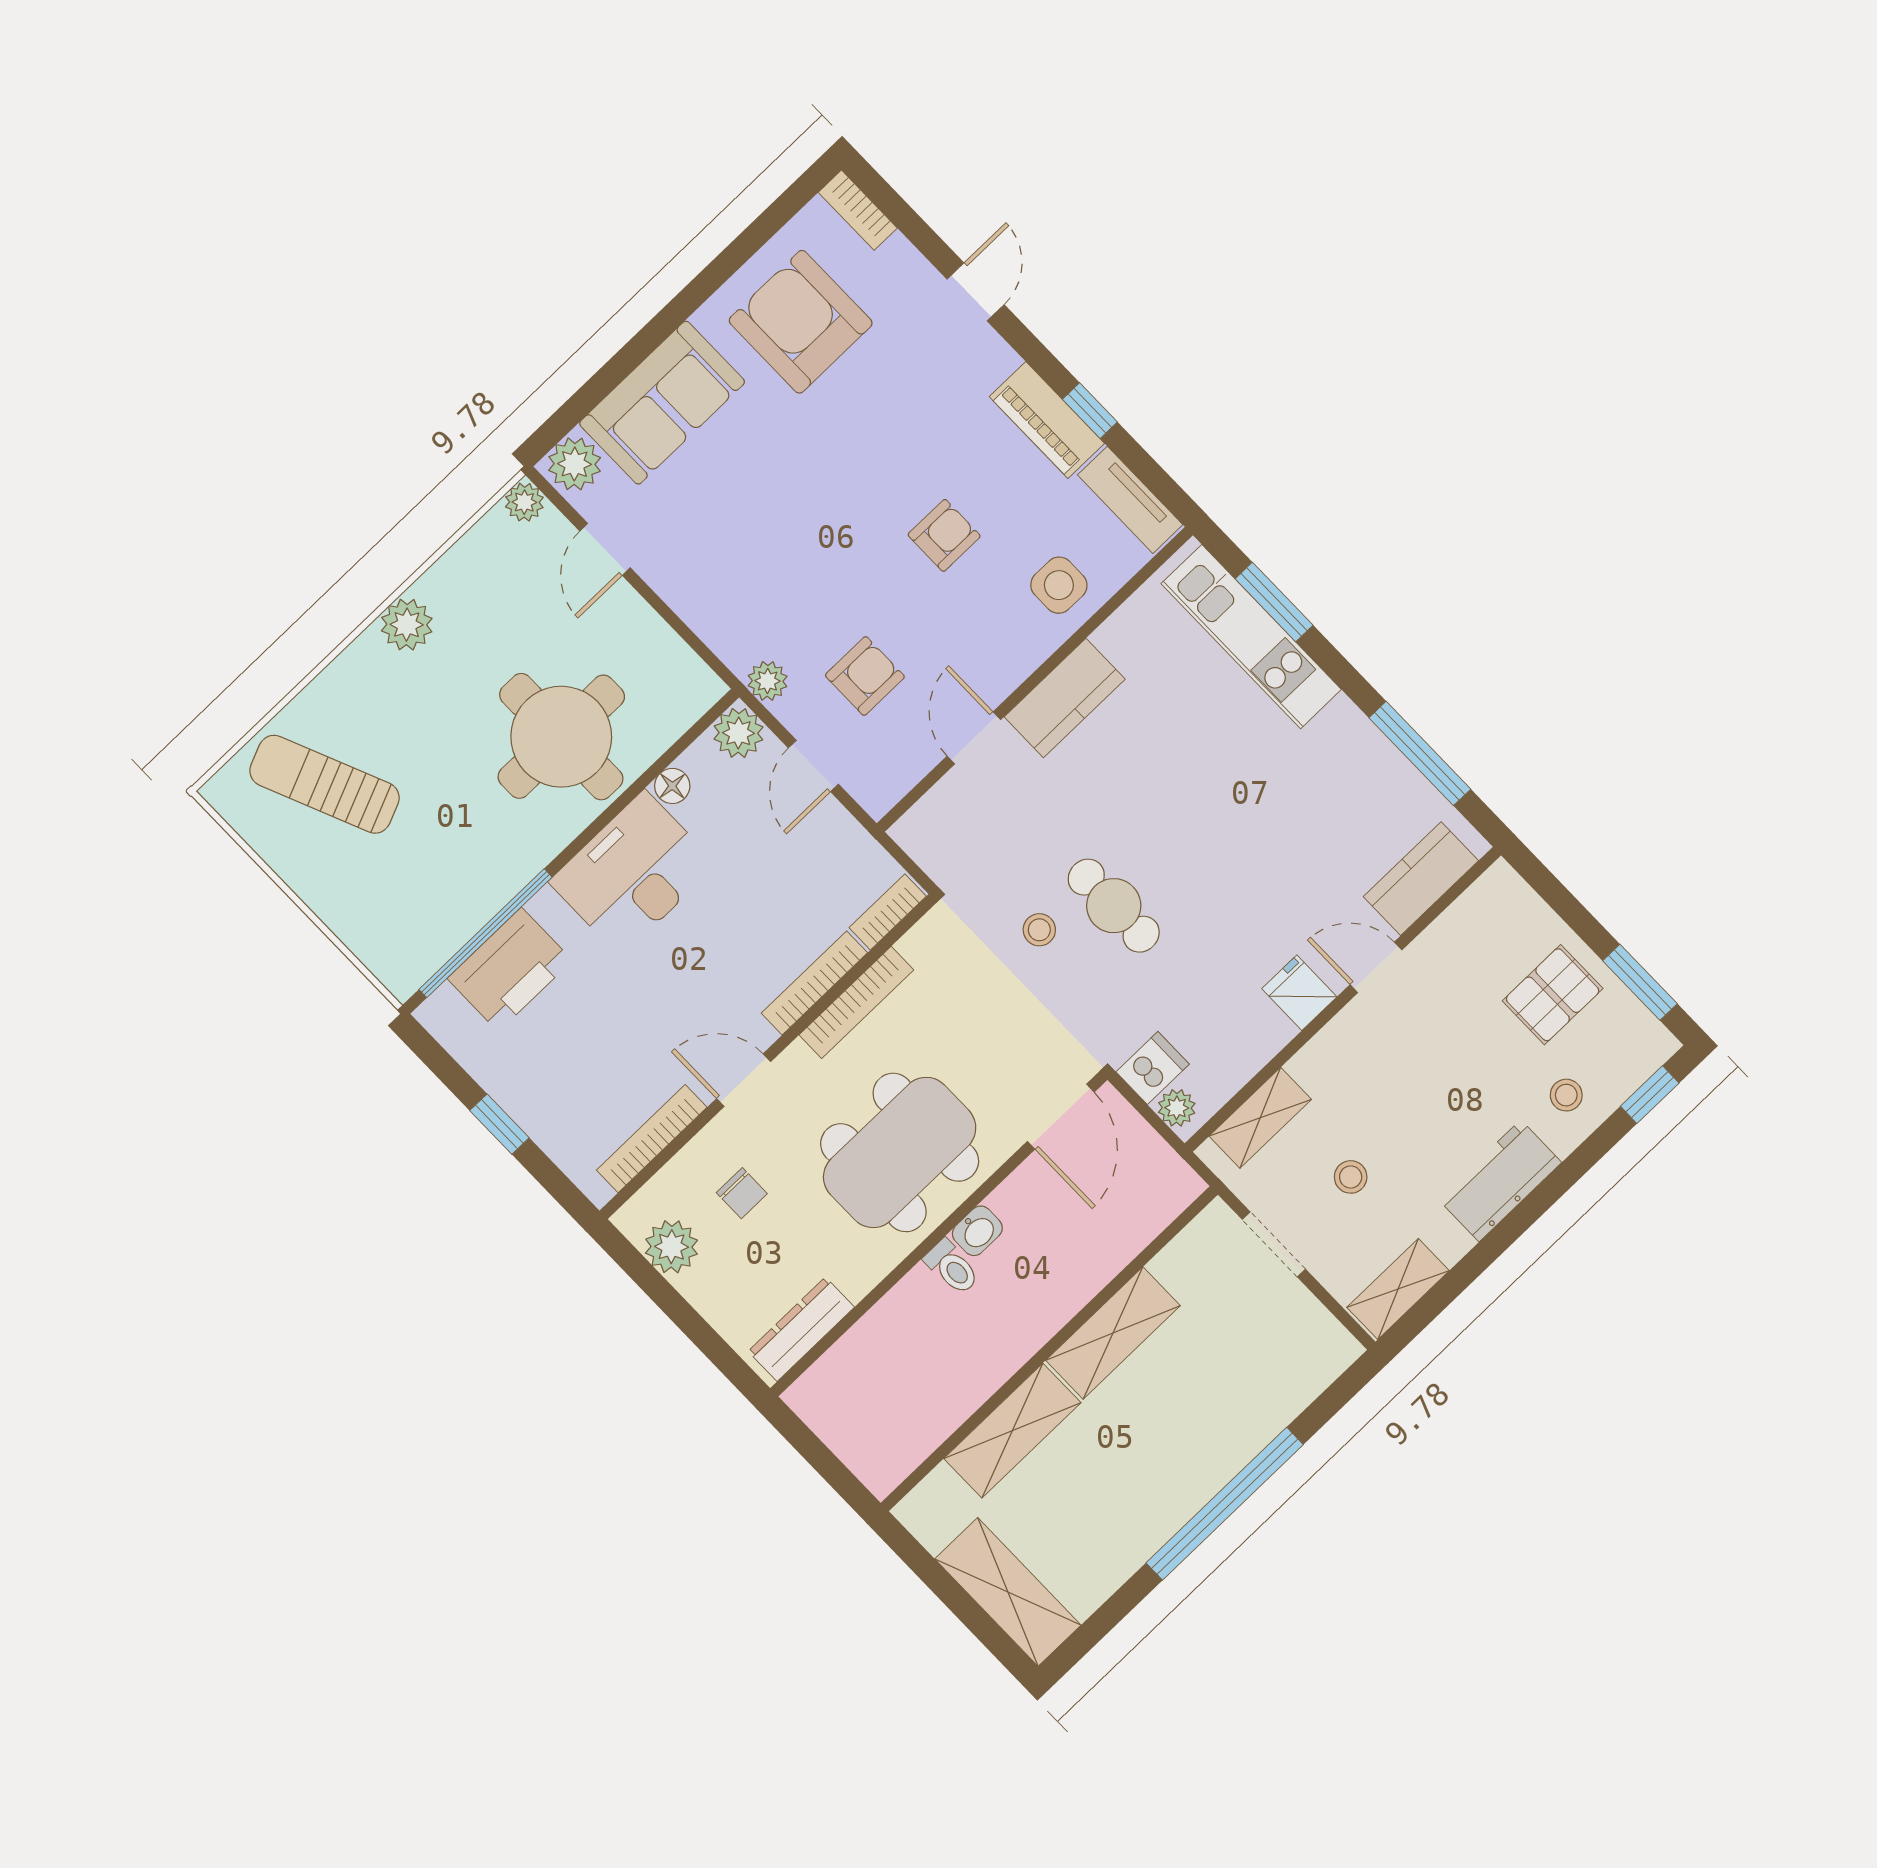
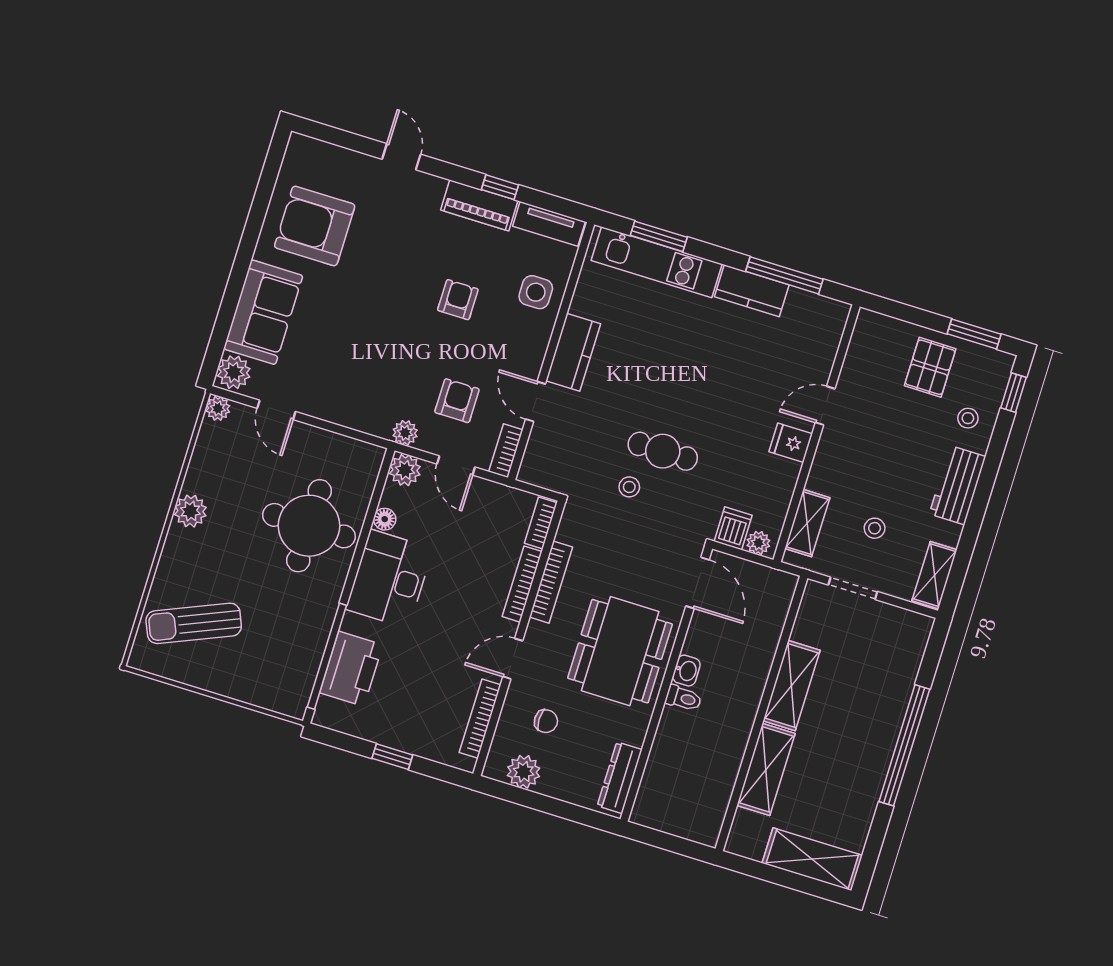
bookcase: (858, 210) -> (506, 451), moved, turned 90
kitchen counter: (1421, 879) -> (752, 291), moved, turned -90

